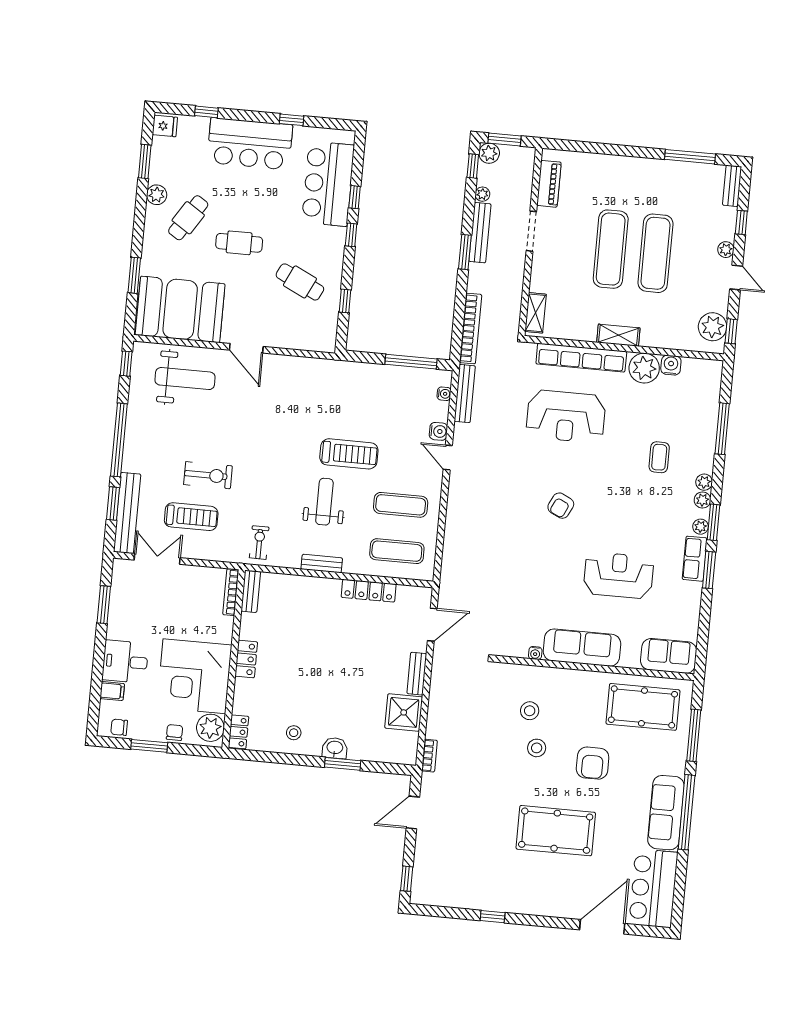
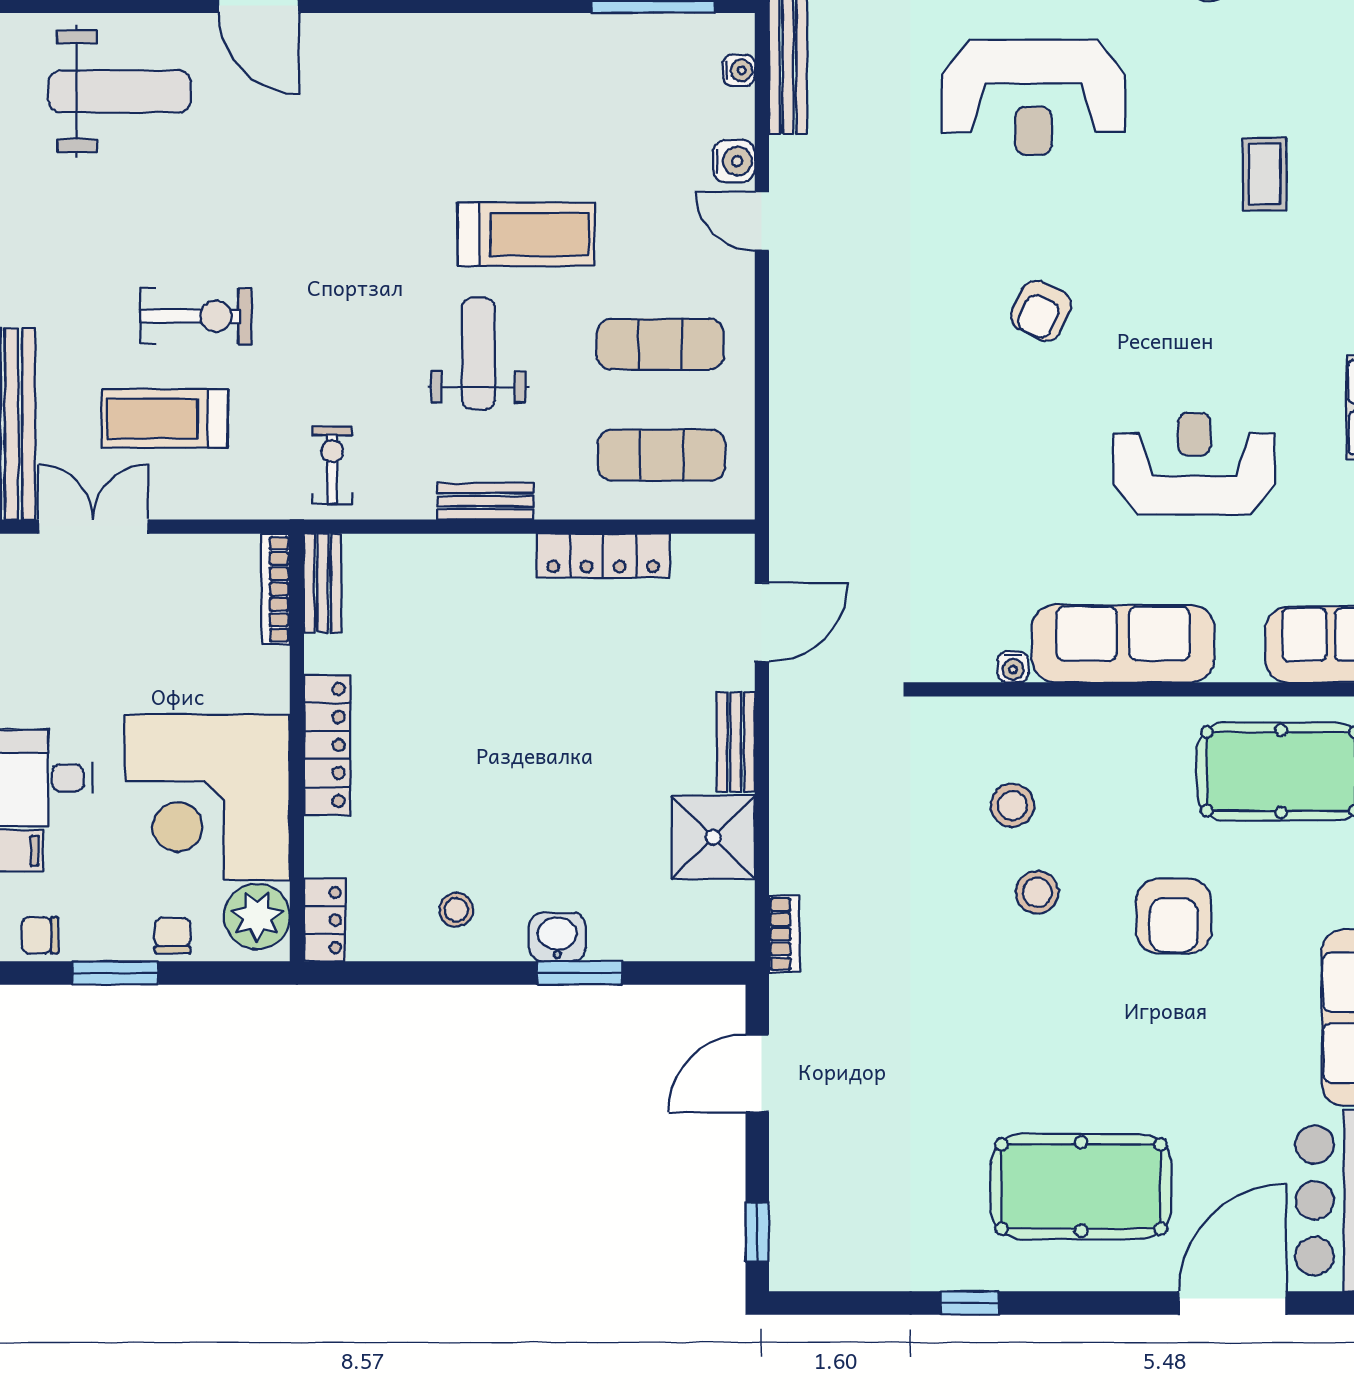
treadmill: (191, 517) -> (165, 419), turned 180
locker: (246, 659) -> (327, 745), width x1.53
pool table: (556, 831) -> (1081, 1187), moved

